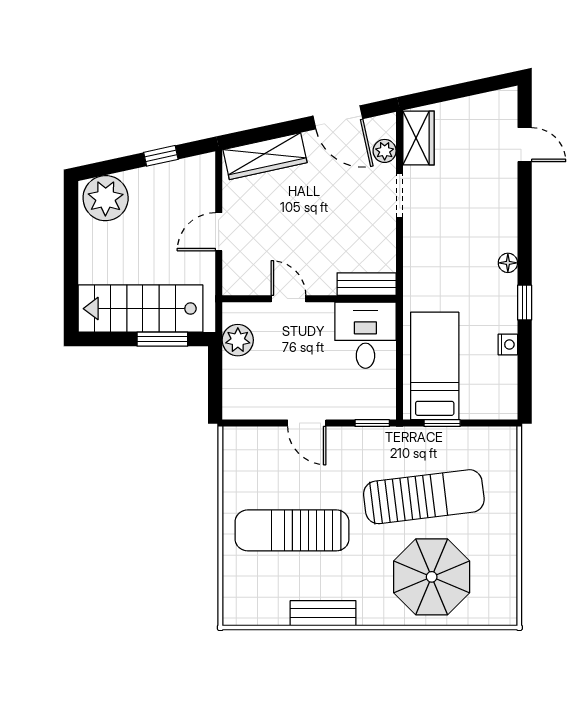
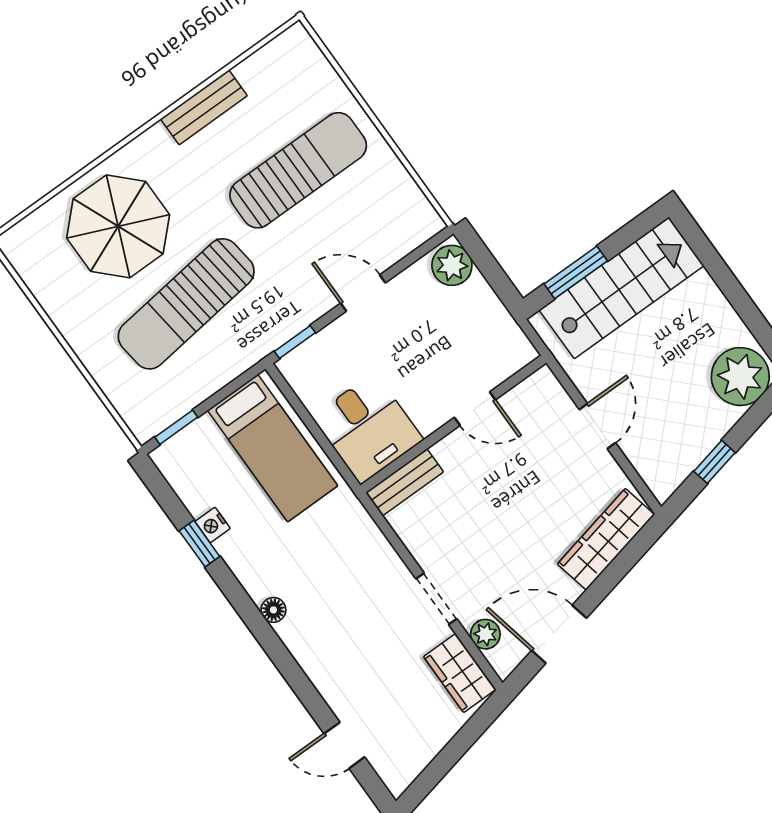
window: (525, 303) -> (199, 544), moved
plant: (238, 340) -> (452, 265), moved
window: (442, 423) -> (176, 427), moved

